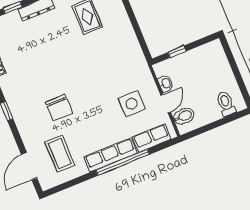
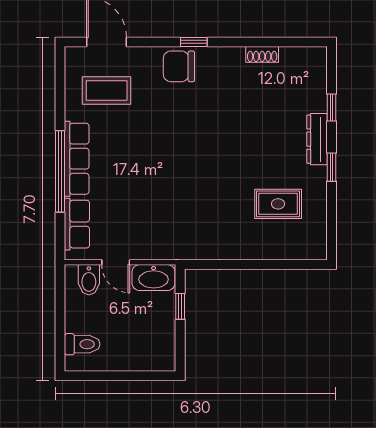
washbasin: (166, 83) -> (154, 278), width x1.91, depth x1.45
side table: (132, 104) -> (135, 216), removed
chair: (59, 108) -> (179, 66), moved

